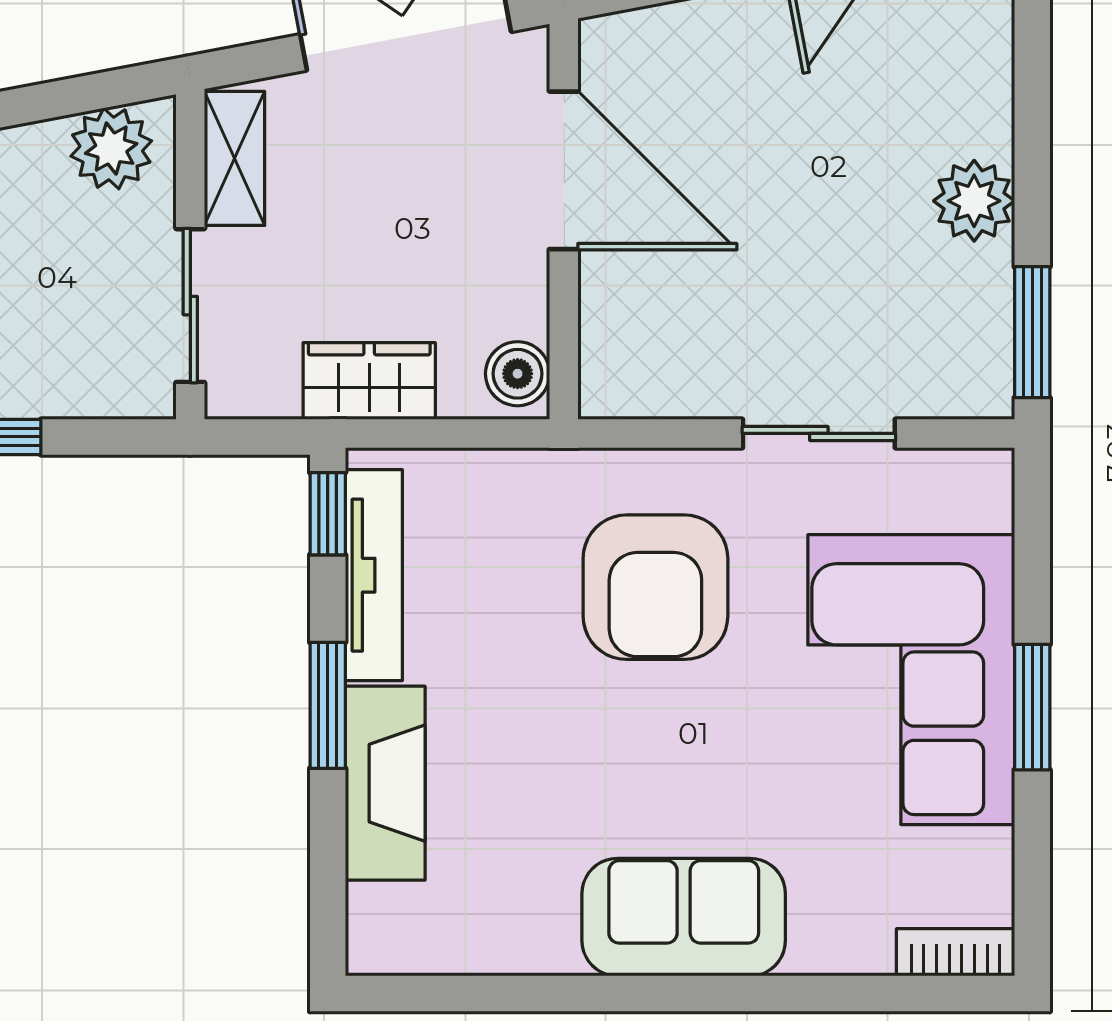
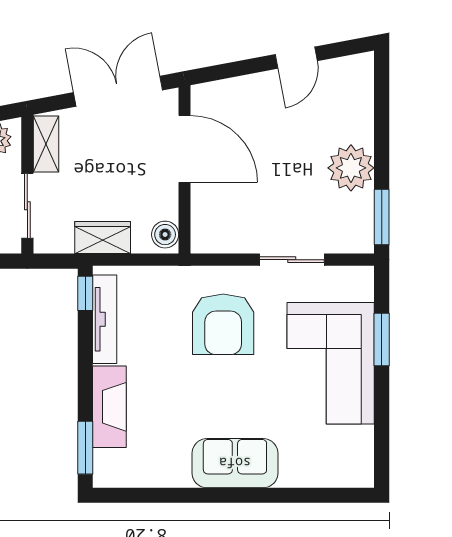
plant: (974, 201) -> (351, 168), width x1.36, depth x1.36
window: (328, 705) -> (85, 448), moved
window: (1032, 707) -> (382, 339), moved
bookcase: (955, 952) -> (349, 478), removed

